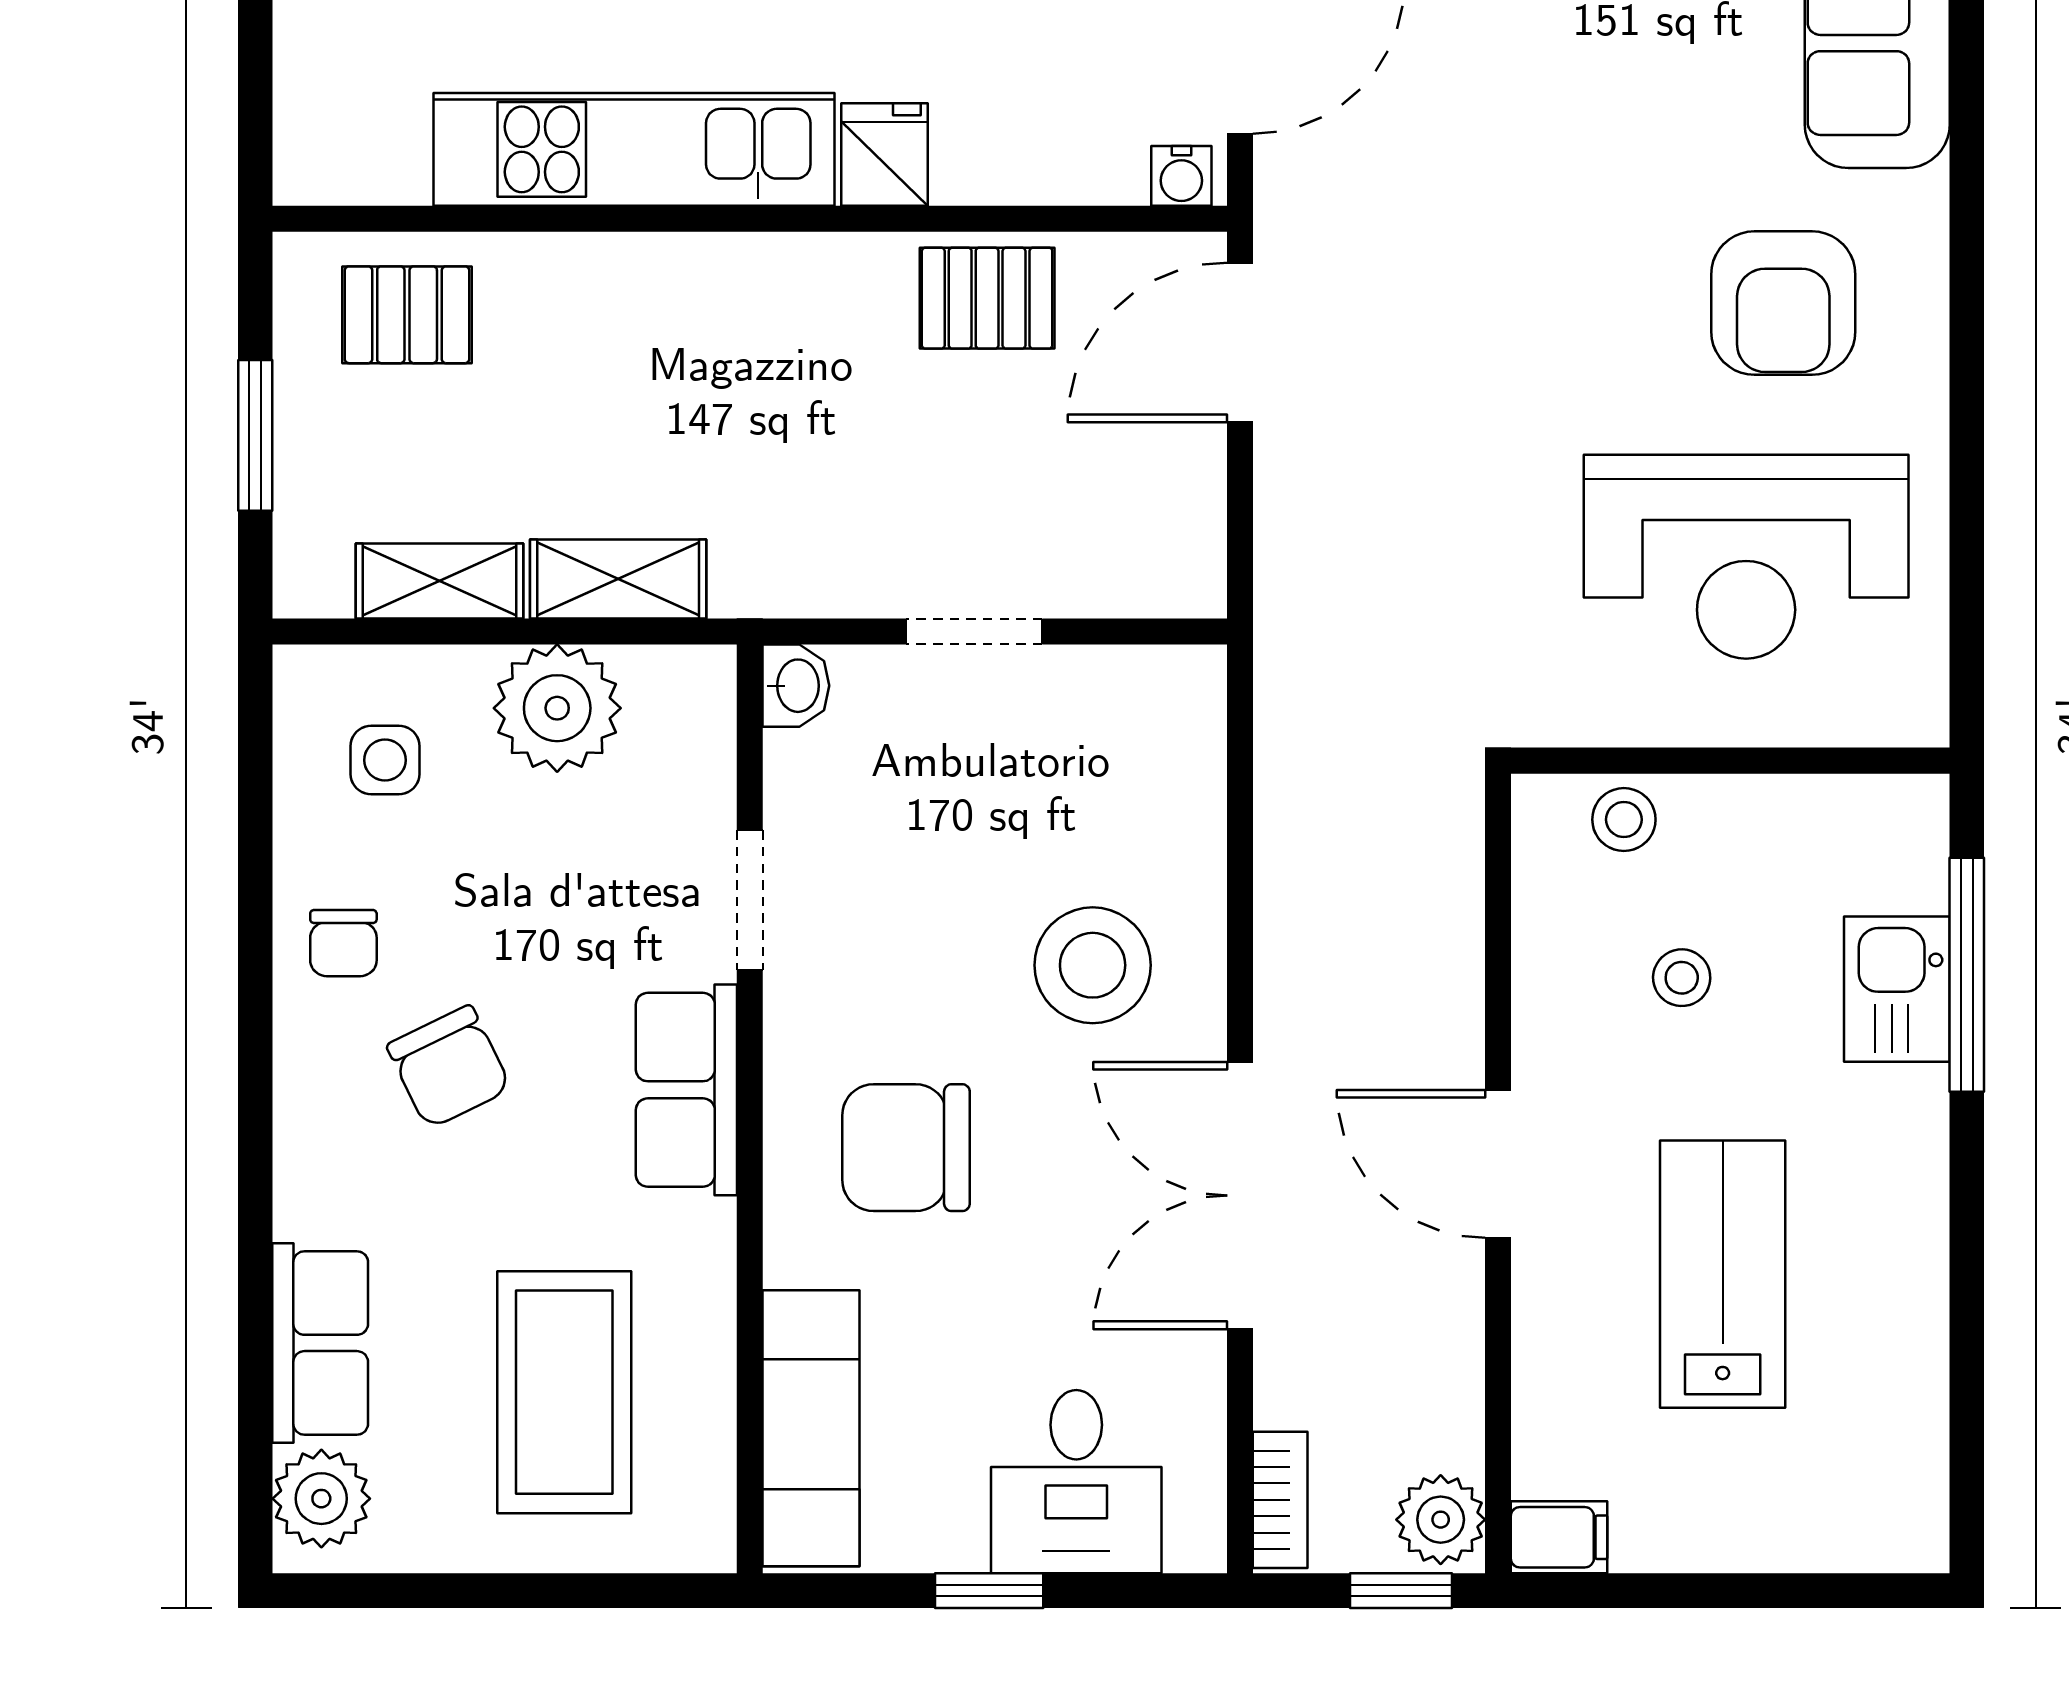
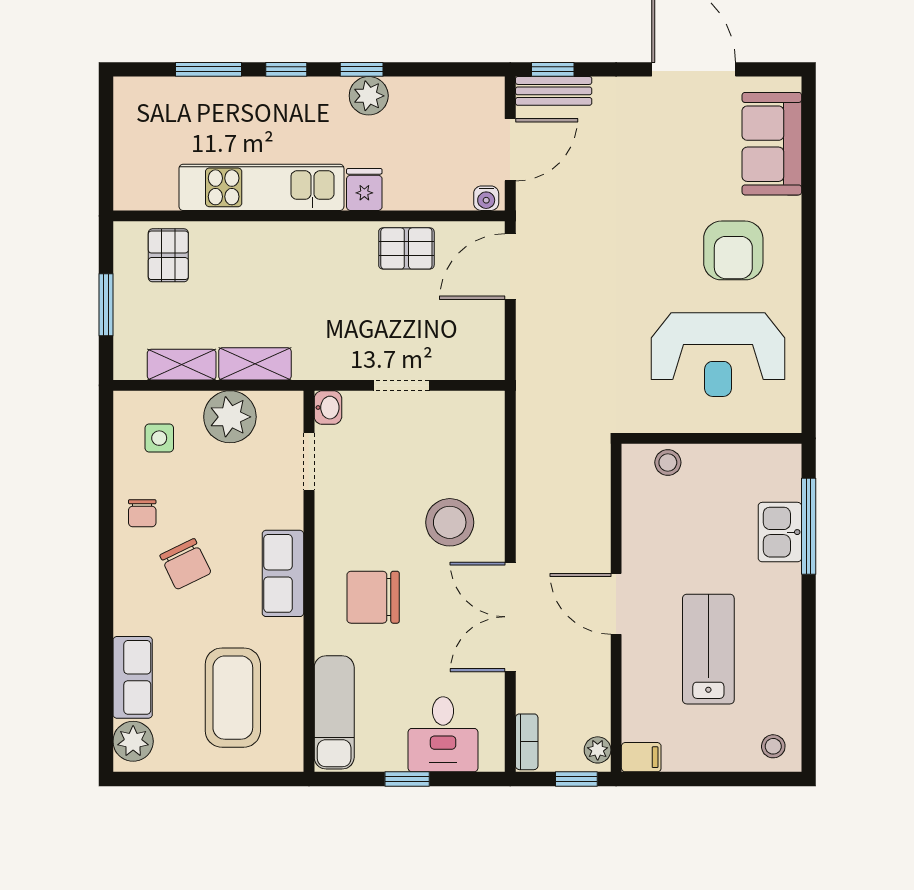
pallet: (407, 315) -> (168, 255), turned 90
doorway: (750, 900) -> (309, 462), moved
stool: (1682, 978) -> (773, 746), moved
plant: (1441, 1520) -> (598, 750), width x0.73, depth x0.73

